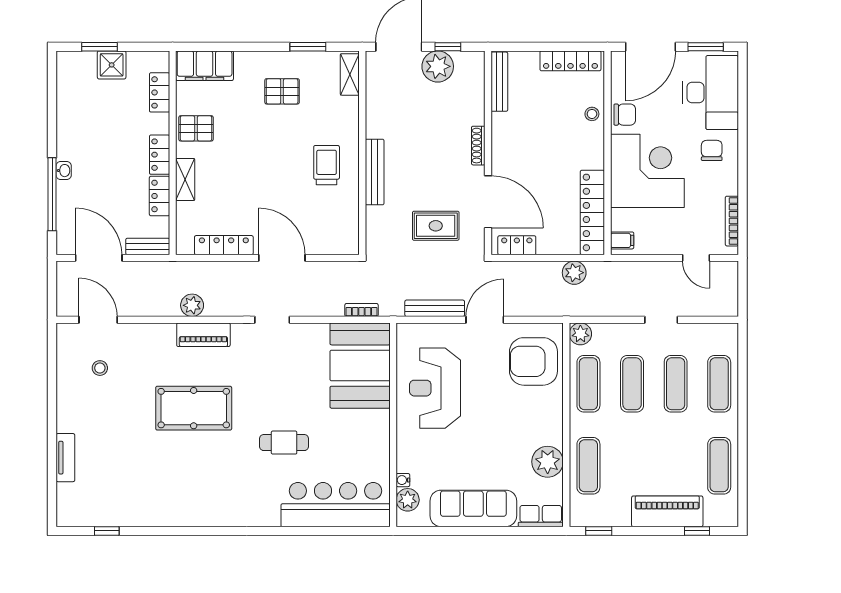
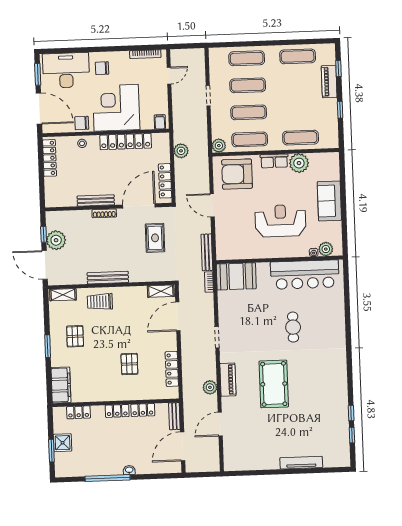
window: (308, 47) -> (48, 346), moved
bench: (499, 82) -> (96, 200), moved
chair: (625, 115) -> (82, 123), turned -90
pallet: (196, 128) -> (129, 364), moved
trolley: (327, 165) -> (100, 302), moved
bench: (375, 172) -> (108, 278), moved
shelving: (185, 179) -> (161, 291), moved
window: (52, 194) -> (108, 478), moved
locker: (592, 212) -> (126, 142), moved
locker: (517, 245) -> (165, 181), width x1.53
door: (282, 258) -> (178, 316), moved
bench: (435, 308) -> (207, 252), moved
door: (98, 320) -> (220, 424), moved
armchair: (533, 361) -> (237, 174), turned 90
booth: (360, 366) -> (236, 276), width x0.73, depth x0.70
stool: (100, 368) -> (251, 443), removed
reception desk: (435, 388) -> (280, 221), moved, turned 180
tv unit: (65, 458) -> (301, 463), width x1.41
bar counter: (336, 505) -> (305, 275), moved, turned -90
sofa: (473, 508) -> (329, 201), width x0.73
piano: (667, 511) -> (329, 82), width x0.73, depth x0.75
row of seats: (541, 516) -> (274, 161), moved, turned -90
window: (142, 531) -> (351, 413), added
window: (599, 531) -> (340, 110), moved

